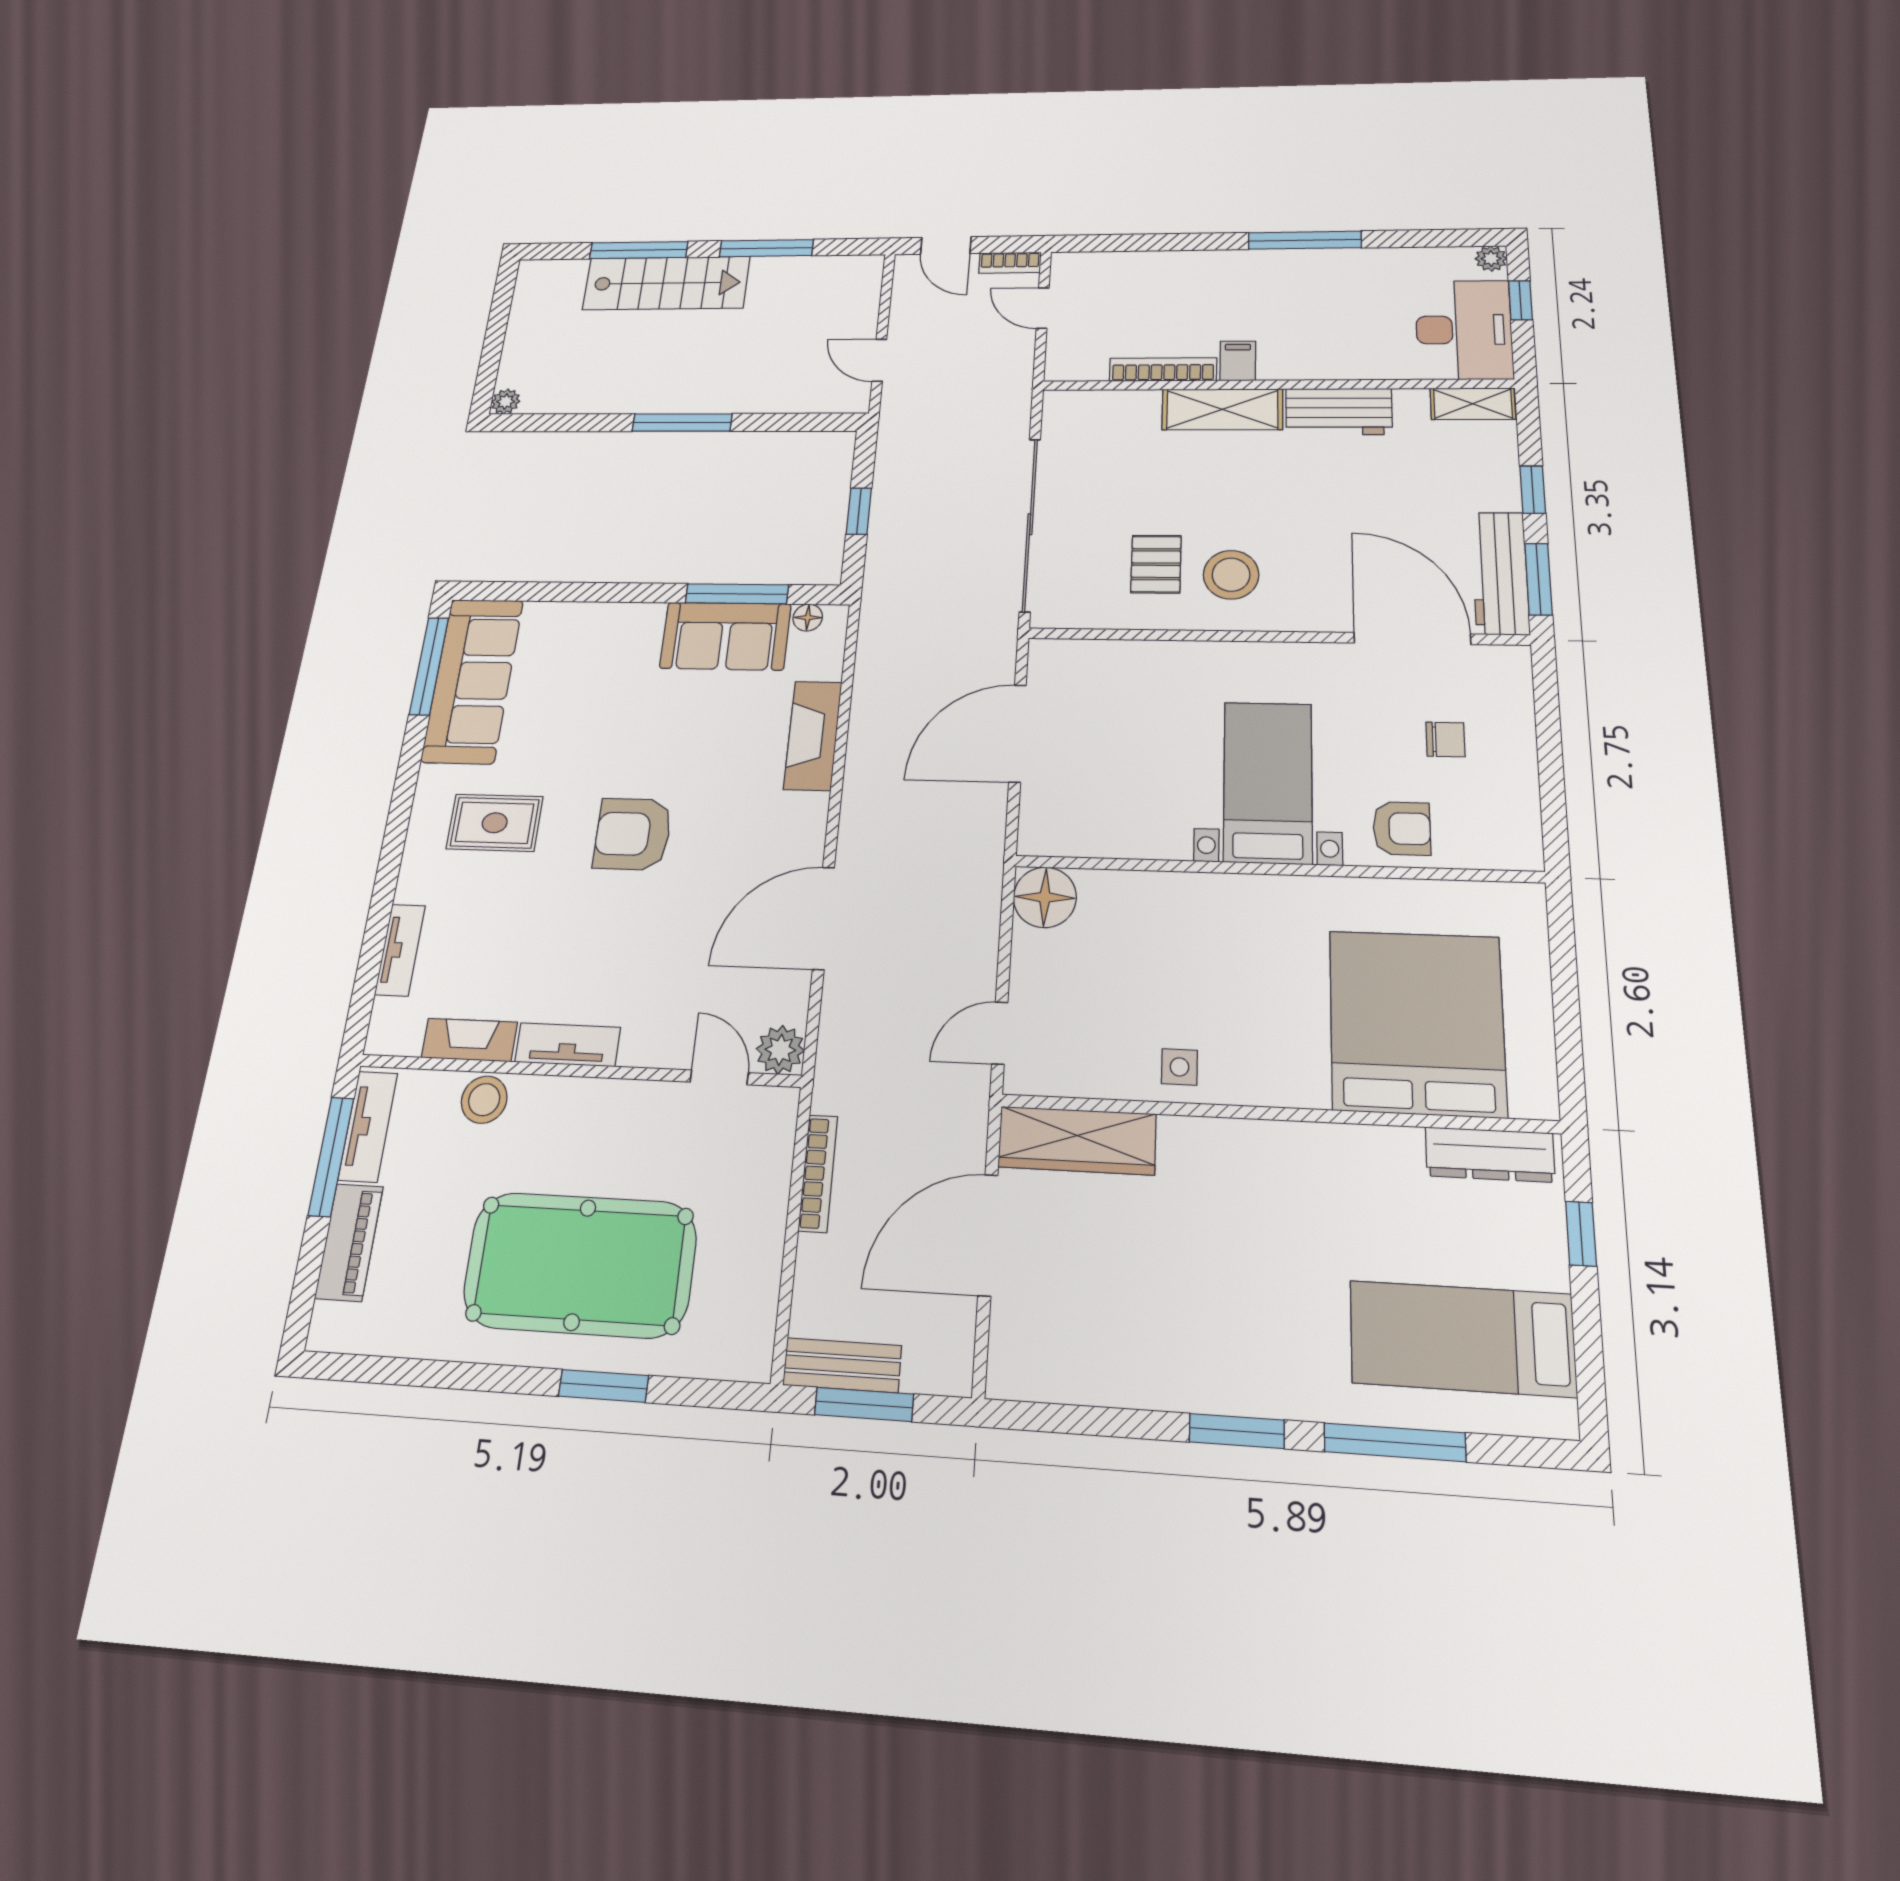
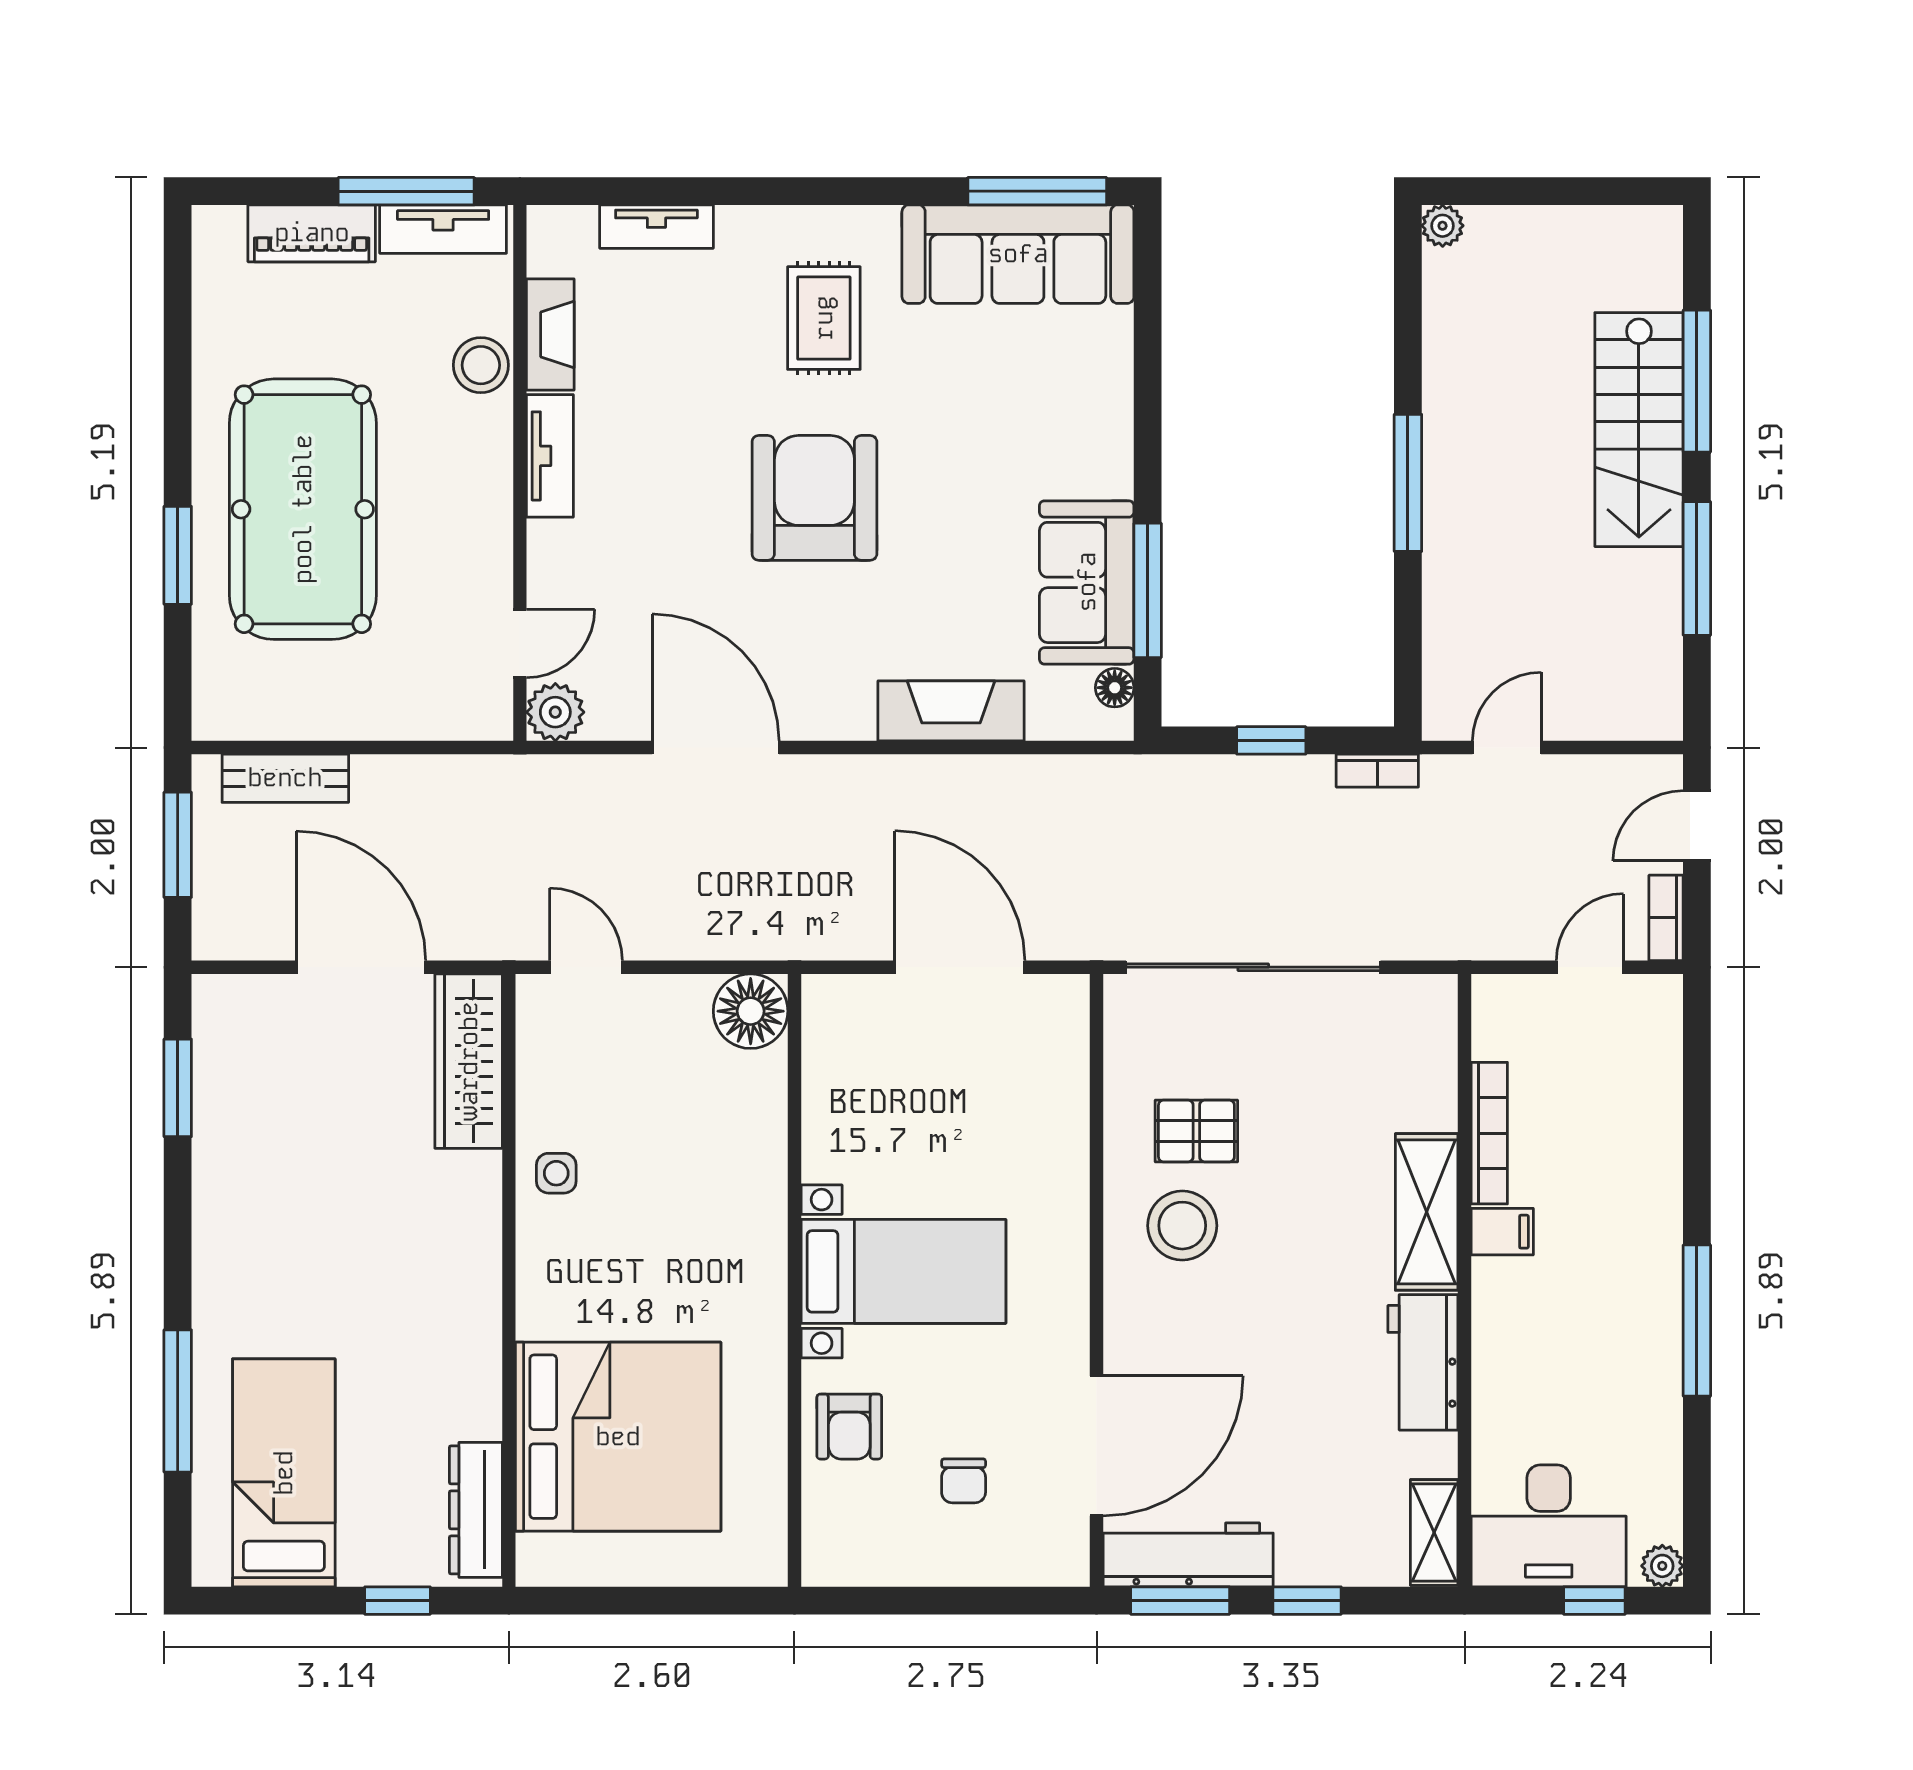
armchair: (633, 834) -> (814, 498), width x1.36, depth x1.36
bookcase: (818, 1173) -> (1377, 771), moved, width x0.64
bench: (842, 1365) -> (285, 778), moved, turned 90
window: (1237, 1431) -> (178, 1088), moved

